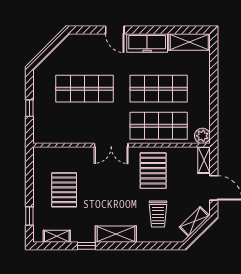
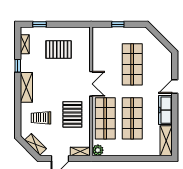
double door: (111, 145) -> (91, 84), swing flipped
pallet: (153, 171) -> (72, 114), turned 90

